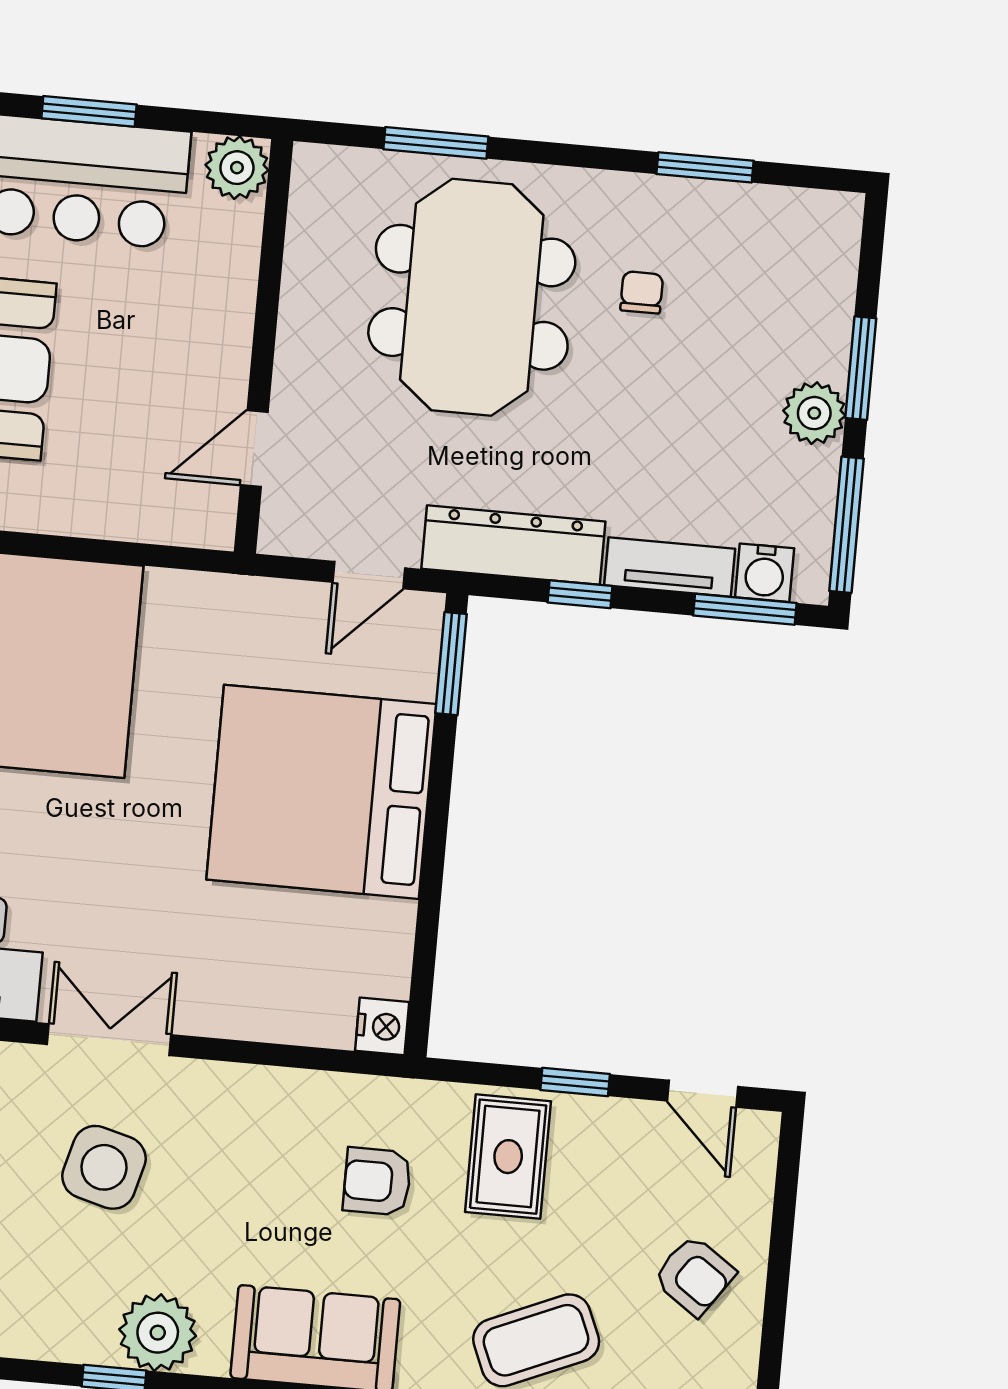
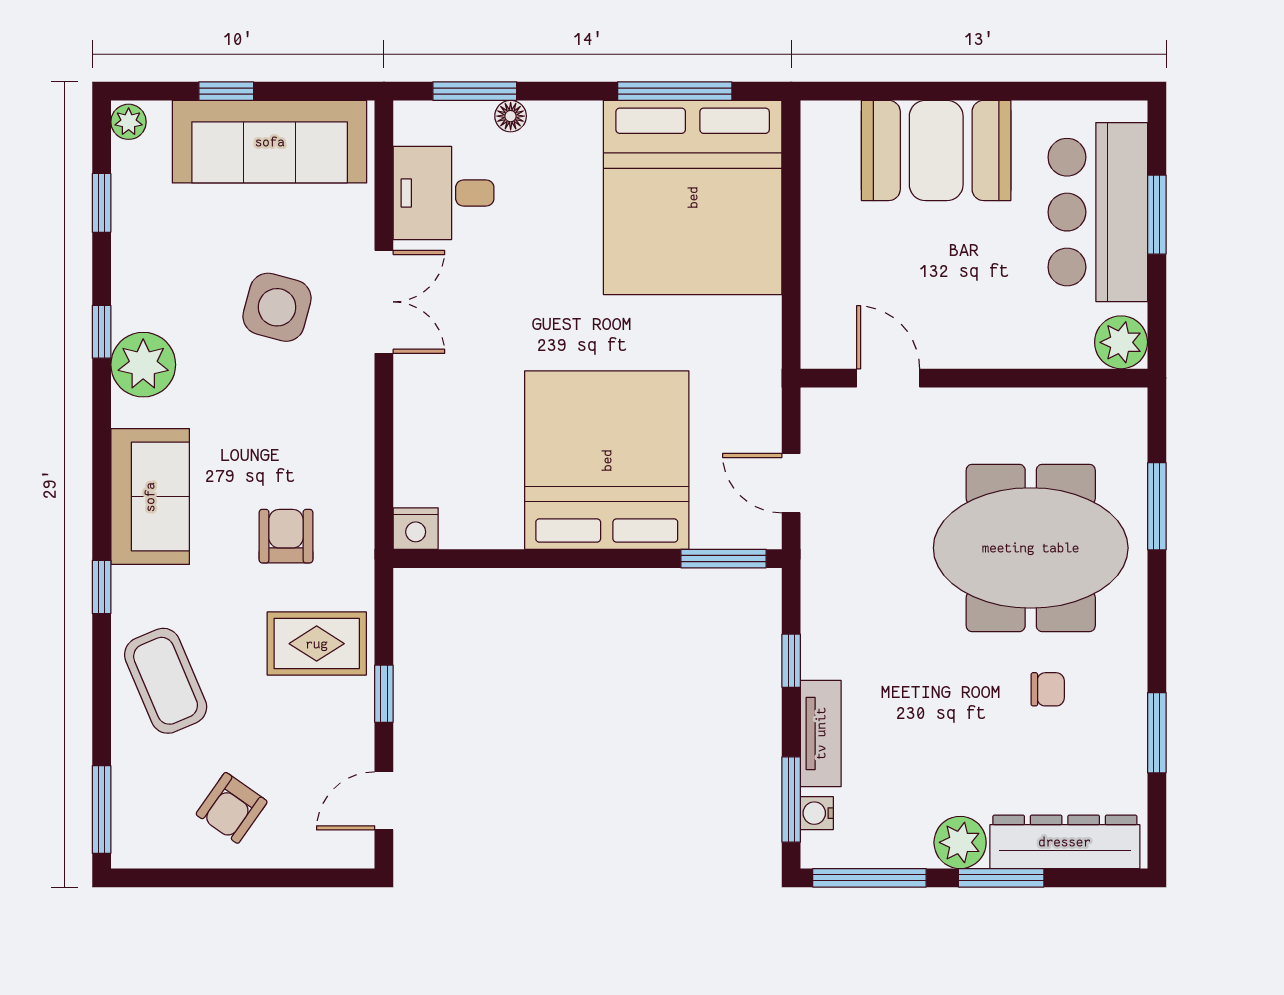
dresser: (513, 545) -> (1065, 842), moved, turned -90
water cooler: (765, 573) -> (817, 813), width x0.72, depth x0.72

